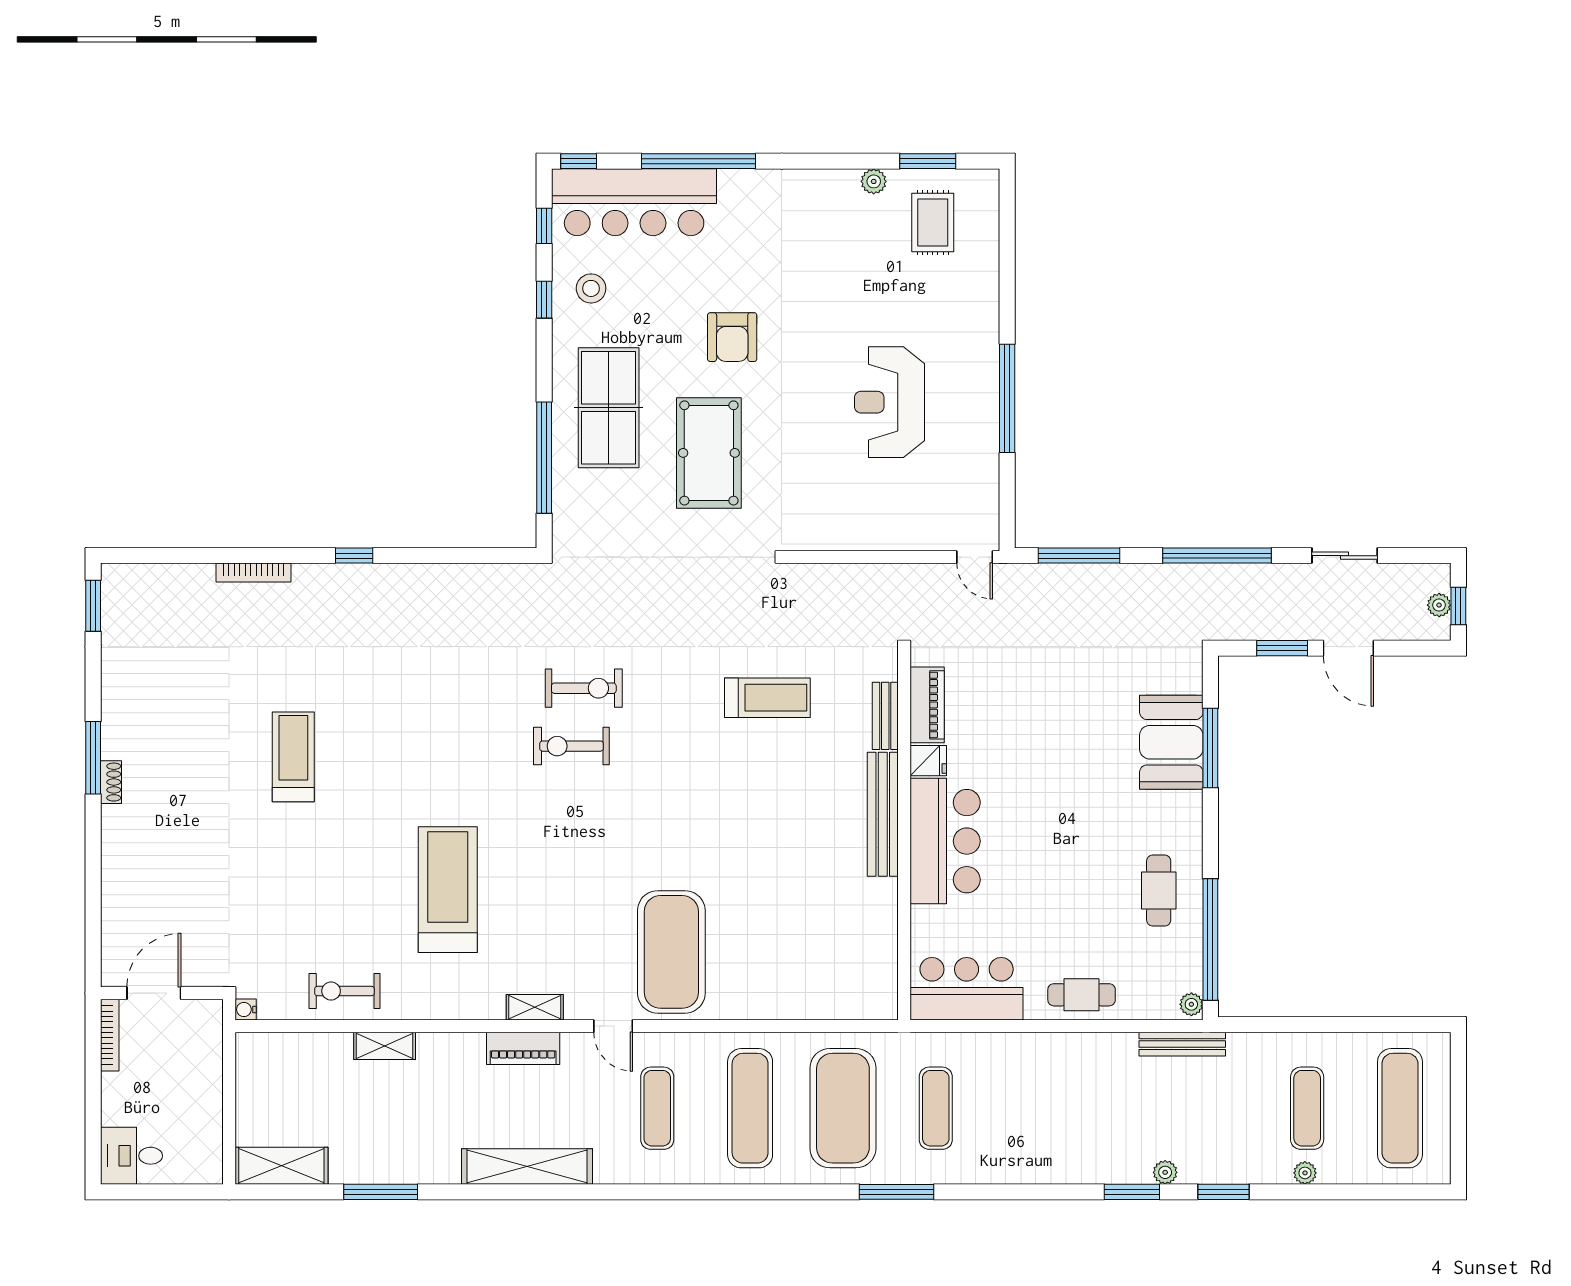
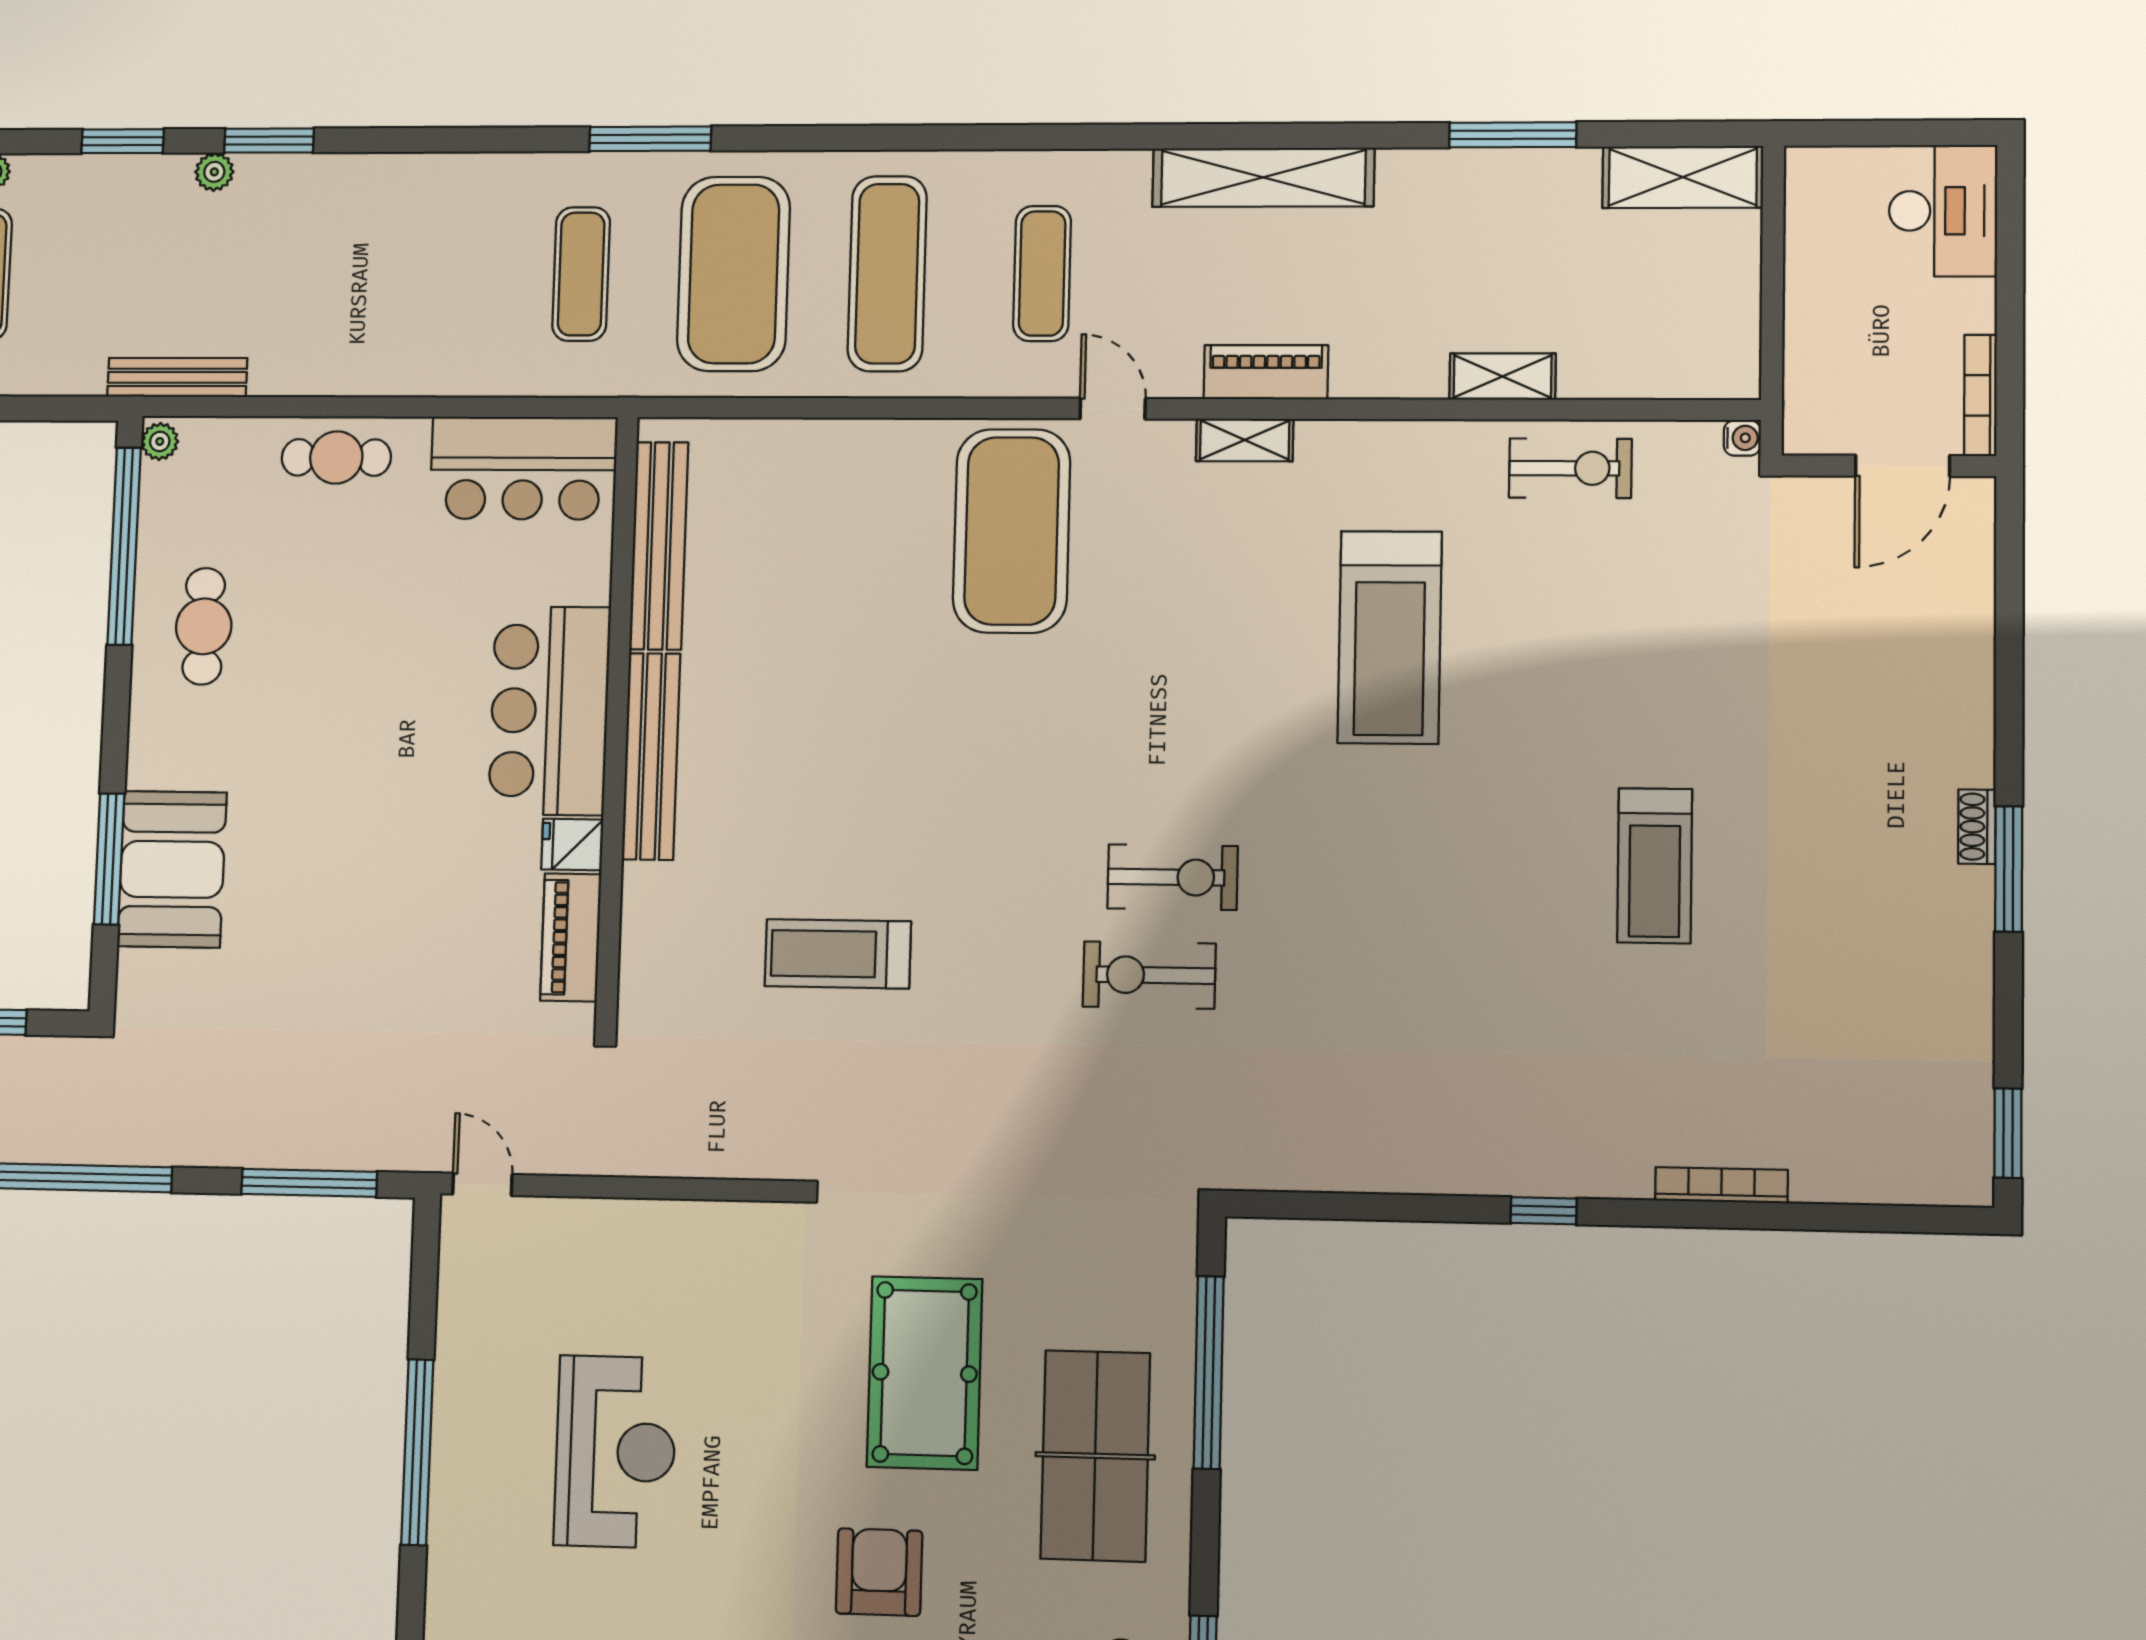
bench: (885, 716) -> (659, 546), moved, width x1.86, depth x1.21
desk: (131, 1156) -> (1943, 211), width x1.37

